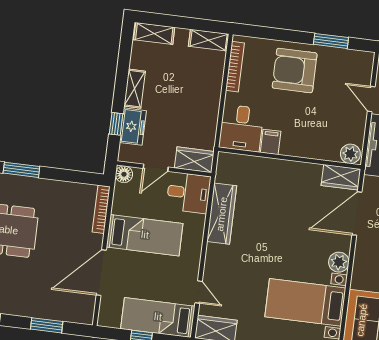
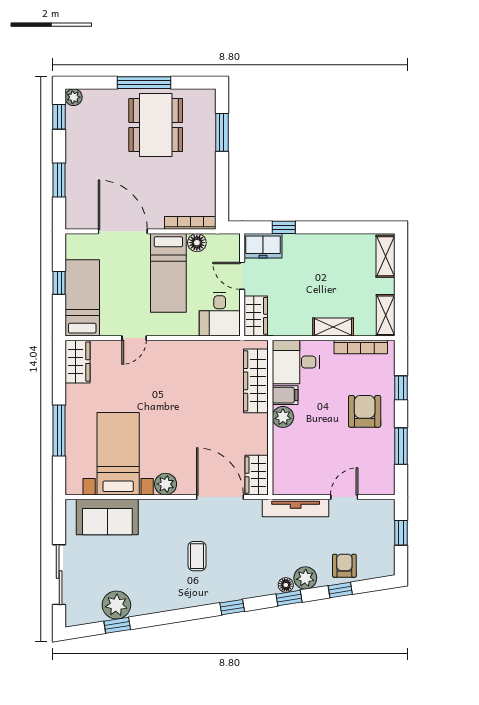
window: (277, 34) -> (401, 388), added
armchair: (295, 70) -> (365, 411), width x0.73, depth x0.73
shelving: (135, 89) -> (333, 327), moved
freezer: (133, 127) -> (263, 246), moved
plant: (350, 154) -> (283, 417), moved
floor lamp: (124, 174) -> (197, 243), moved
wardrobe: (222, 214) -> (256, 381), moved, turned 90
door: (199, 292) -> (134, 338), moved

